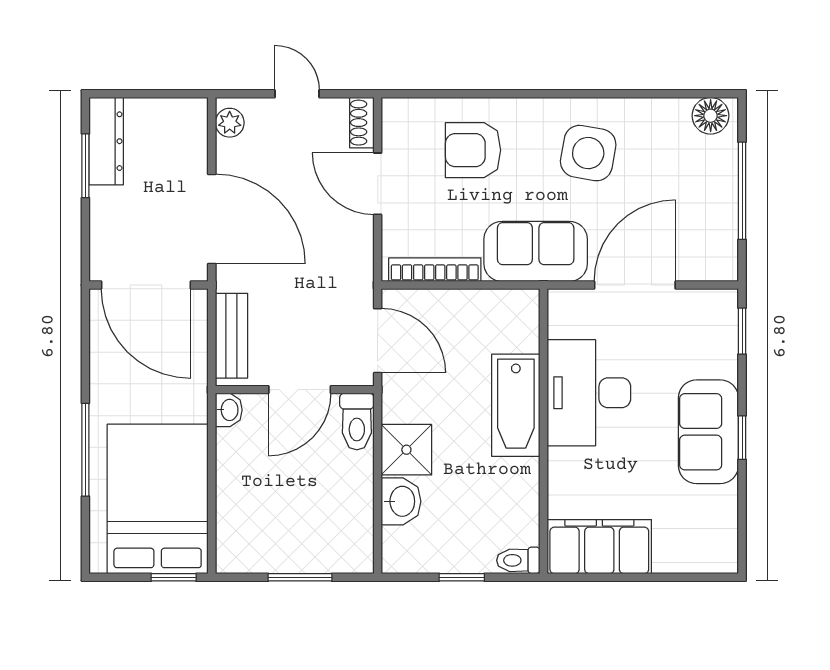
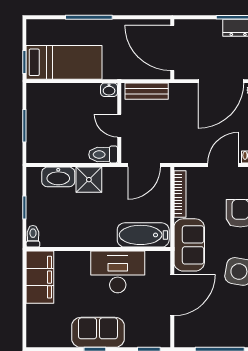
door: (212, 219) -> (221, 81), moved
door: (146, 285) -> (172, 48), hinge flipped
door: (635, 285) -> (172, 295), hinge flipped
door: (300, 390) -> (119, 126), width x0.73
bathtub: (516, 405) -> (143, 235), moved
bed: (158, 499) -> (64, 62), width x0.67
washbasin: (401, 501) -> (58, 177), width x1.38

